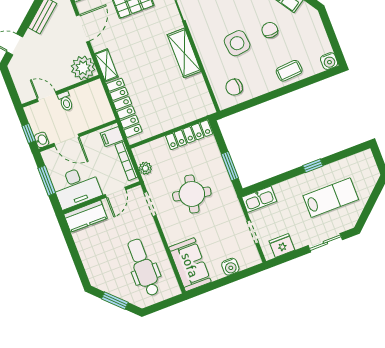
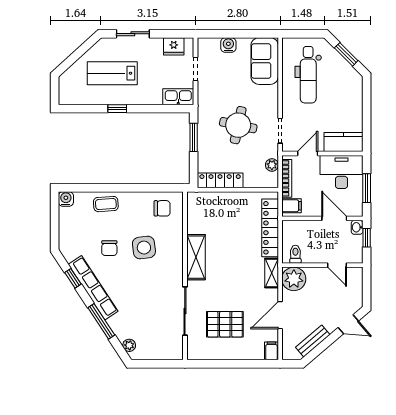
toilet: (66, 101) -> (295, 254), moved

